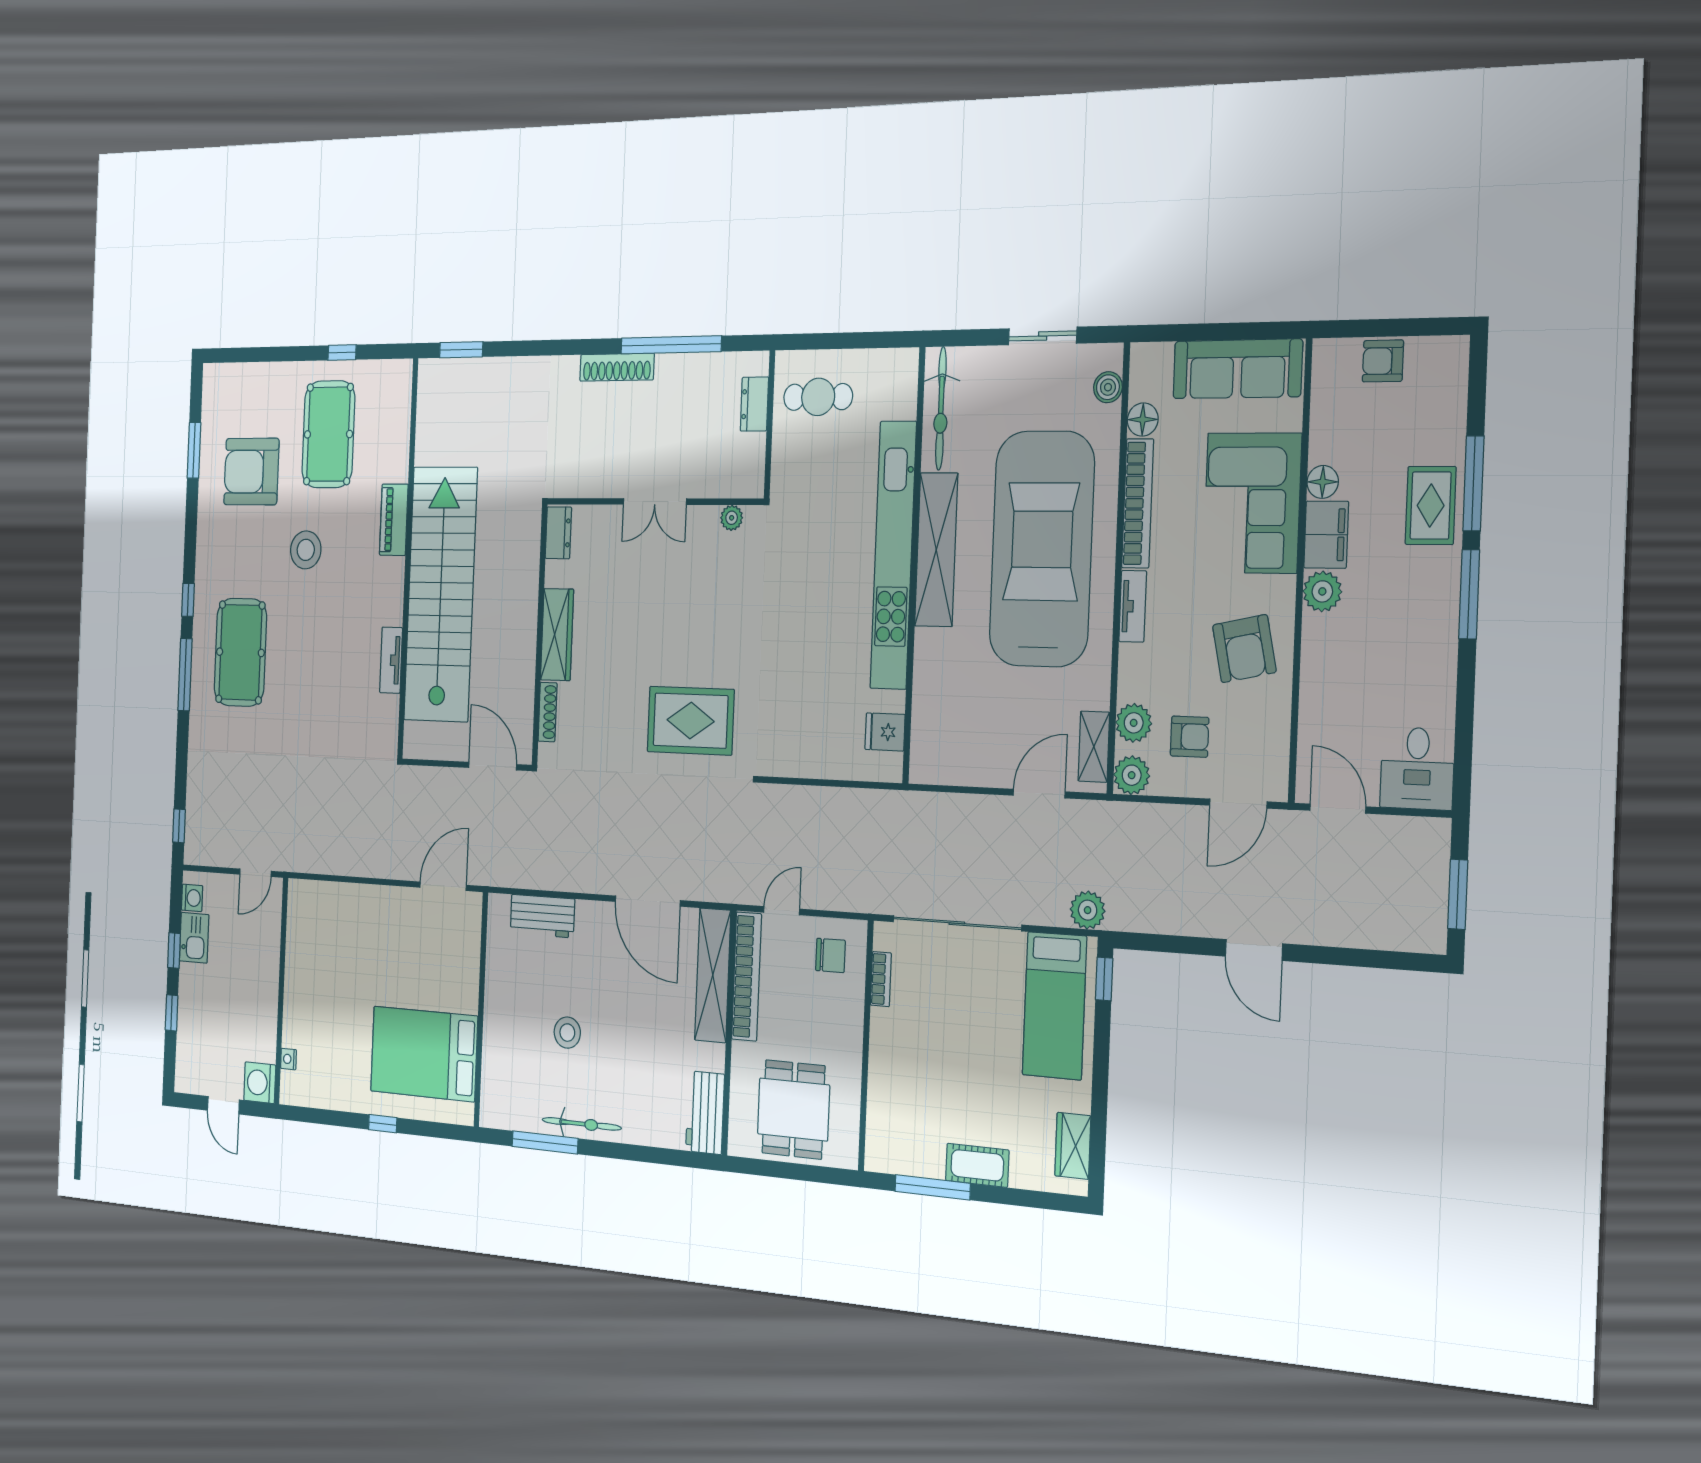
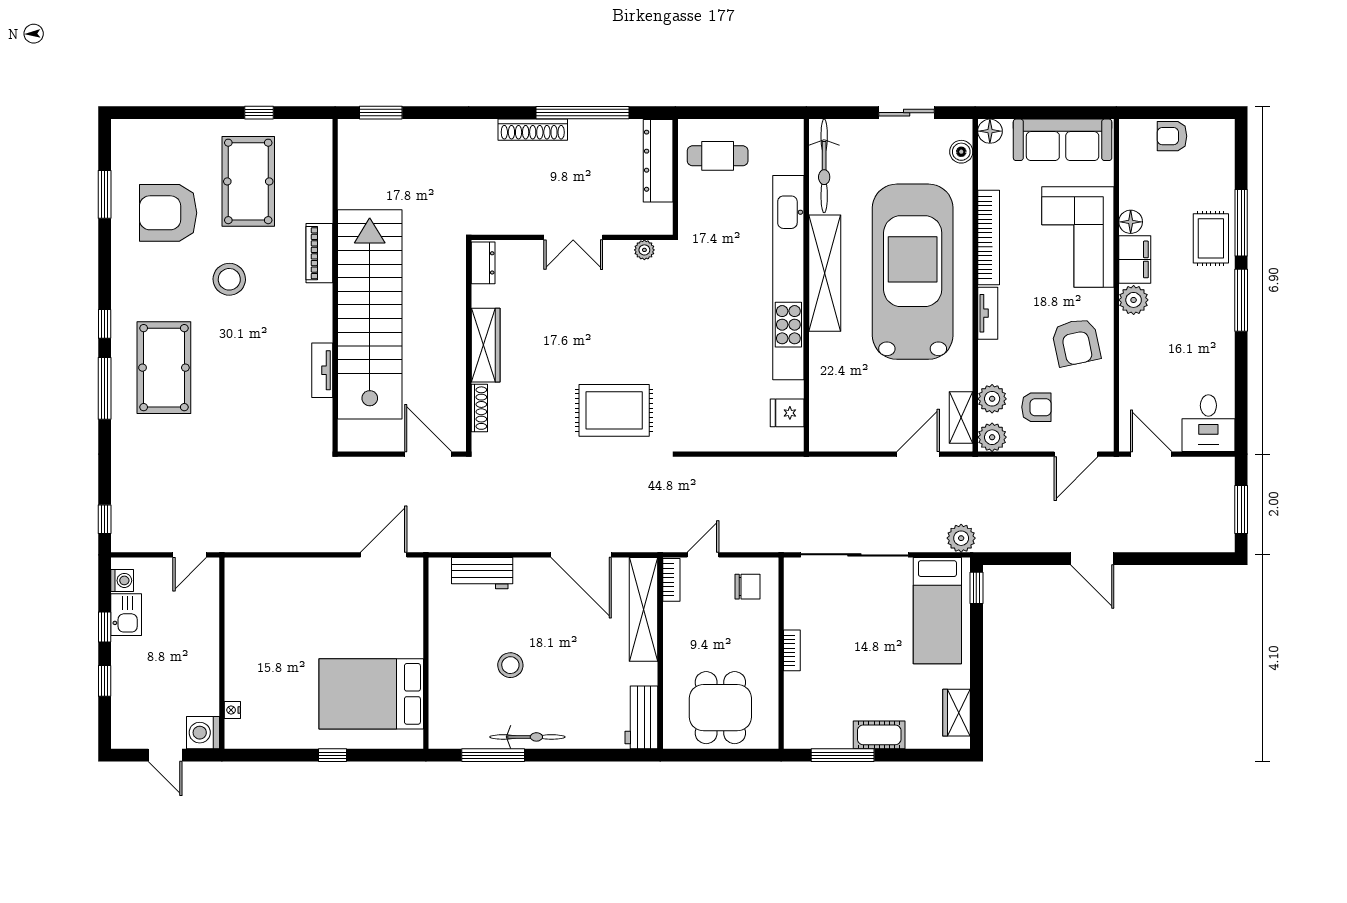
dresser: (754, 404) -> (658, 161), width x1.96, depth x1.24
floor lamp: (1143, 420) -> (990, 131), moved
bookcase: (747, 976) -> (671, 580), width x0.43, depth x0.76
bookcase: (881, 979) -> (792, 650), moved

